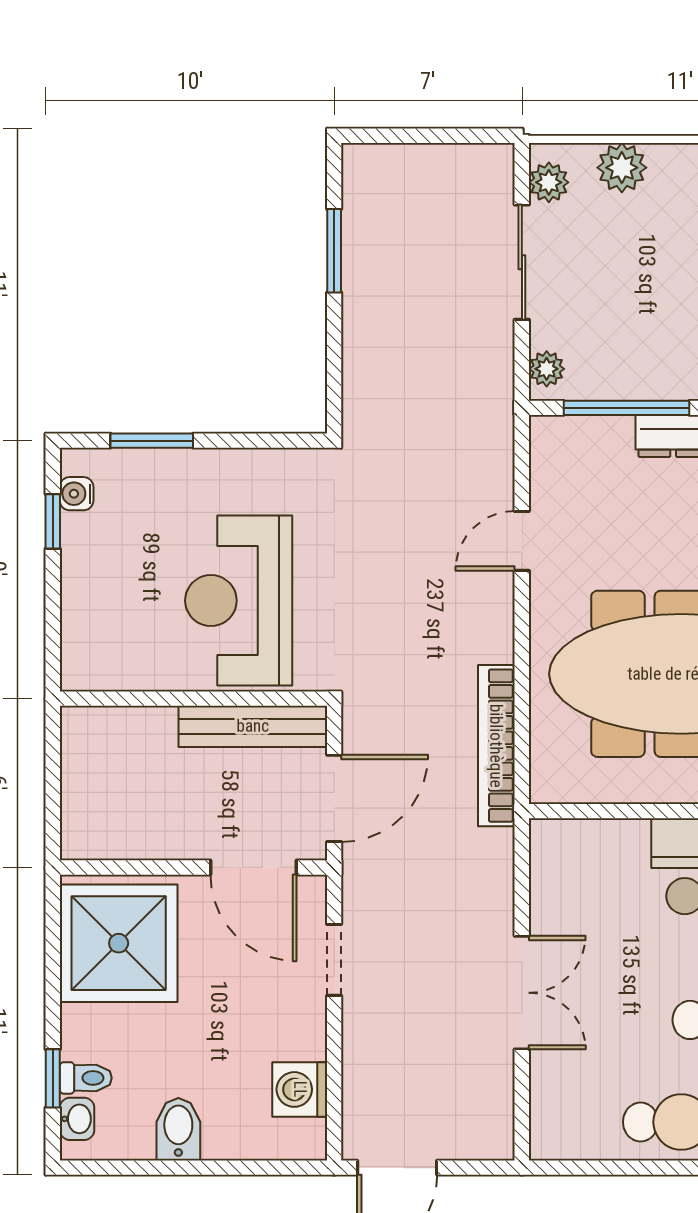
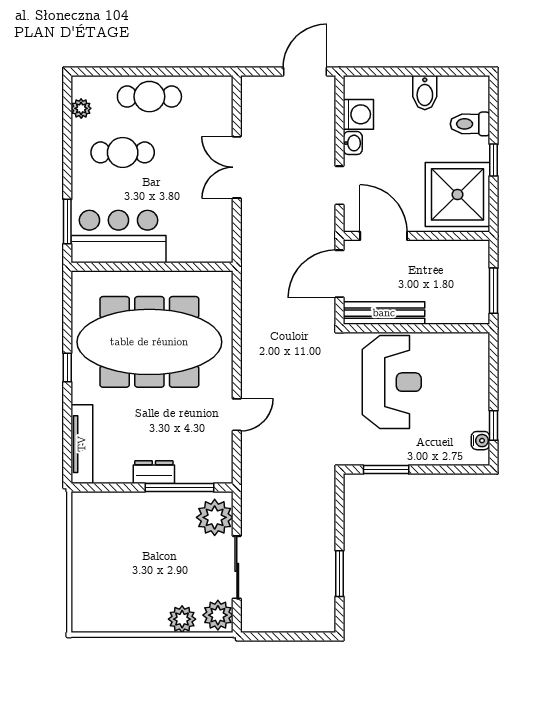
plant: (549, 182) -> (218, 615), width x1.38, depth x1.38
plant: (547, 369) -> (215, 517), width x1.87, depth x1.87
window: (152, 441) -> (386, 470), moved
bookcase: (496, 746) -> (251, 303), removed
window: (53, 767) -> (494, 291), added
window: (53, 1078) -> (494, 160), moved
toilet: (86, 1078) -> (470, 124), width x1.37, depth x1.39
washbasin: (77, 1119) -> (353, 143), moved, turned 180

